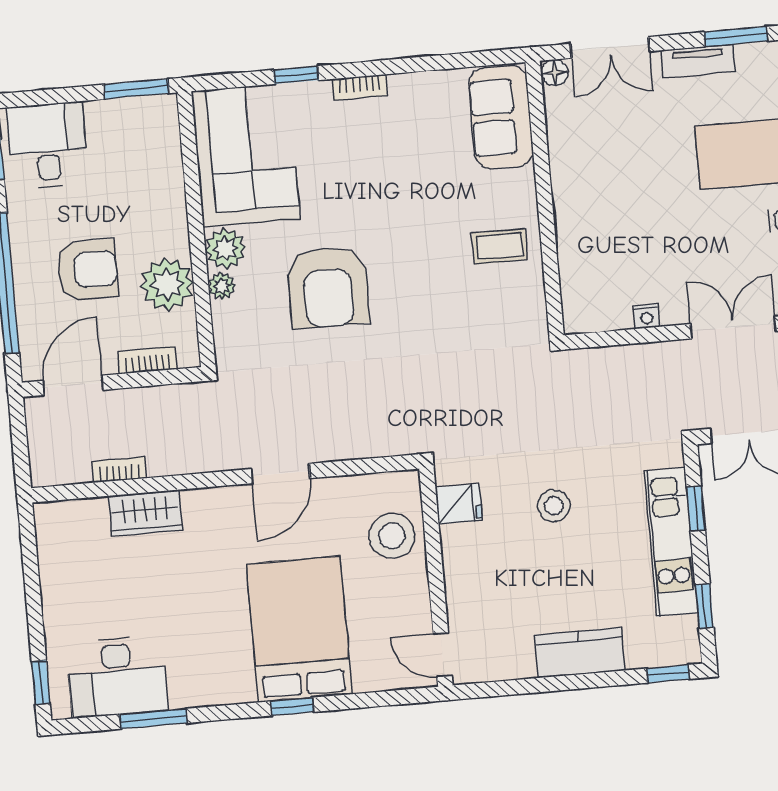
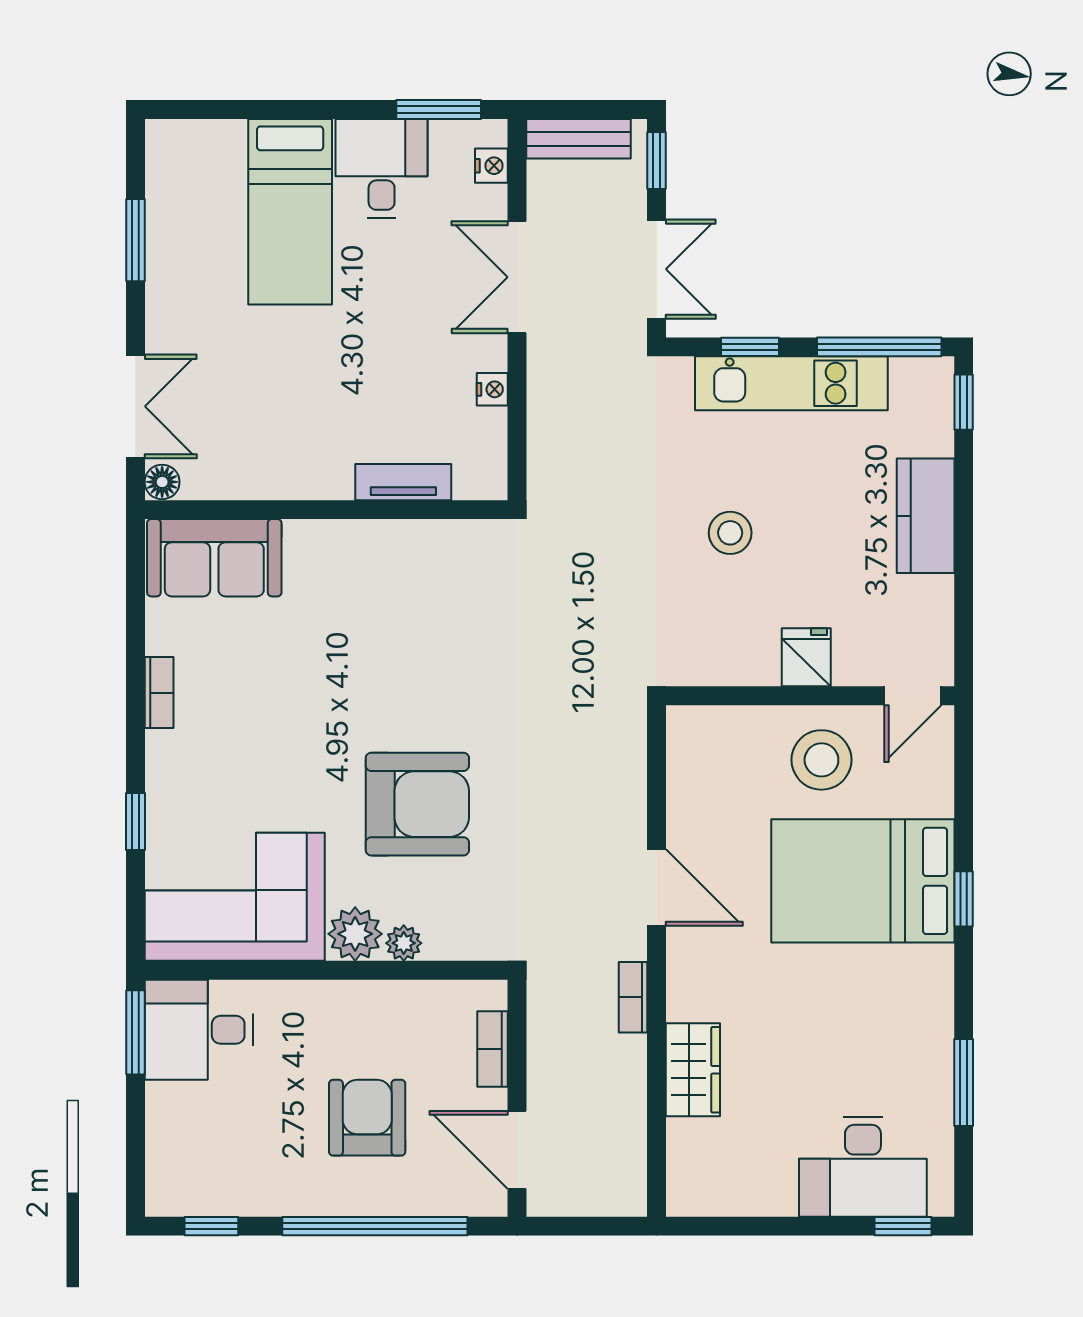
tv unit: (698, 61) -> (403, 482), moved, turned -90
bookcase: (360, 87) -> (159, 693), moved
desk: (47, 145) -> (199, 1030), moved
coffee table: (500, 246) -> (384, 574), removed
plant: (167, 284) -> (395, 1015), removed
bookcase: (119, 470) -> (633, 997), moved
fridge: (459, 504) -> (806, 657), moved
stool: (392, 536) -> (821, 760), moved
window: (704, 606) -> (879, 347), width x2.17
desk: (117, 677) -> (863, 1167), moved, turned 90

